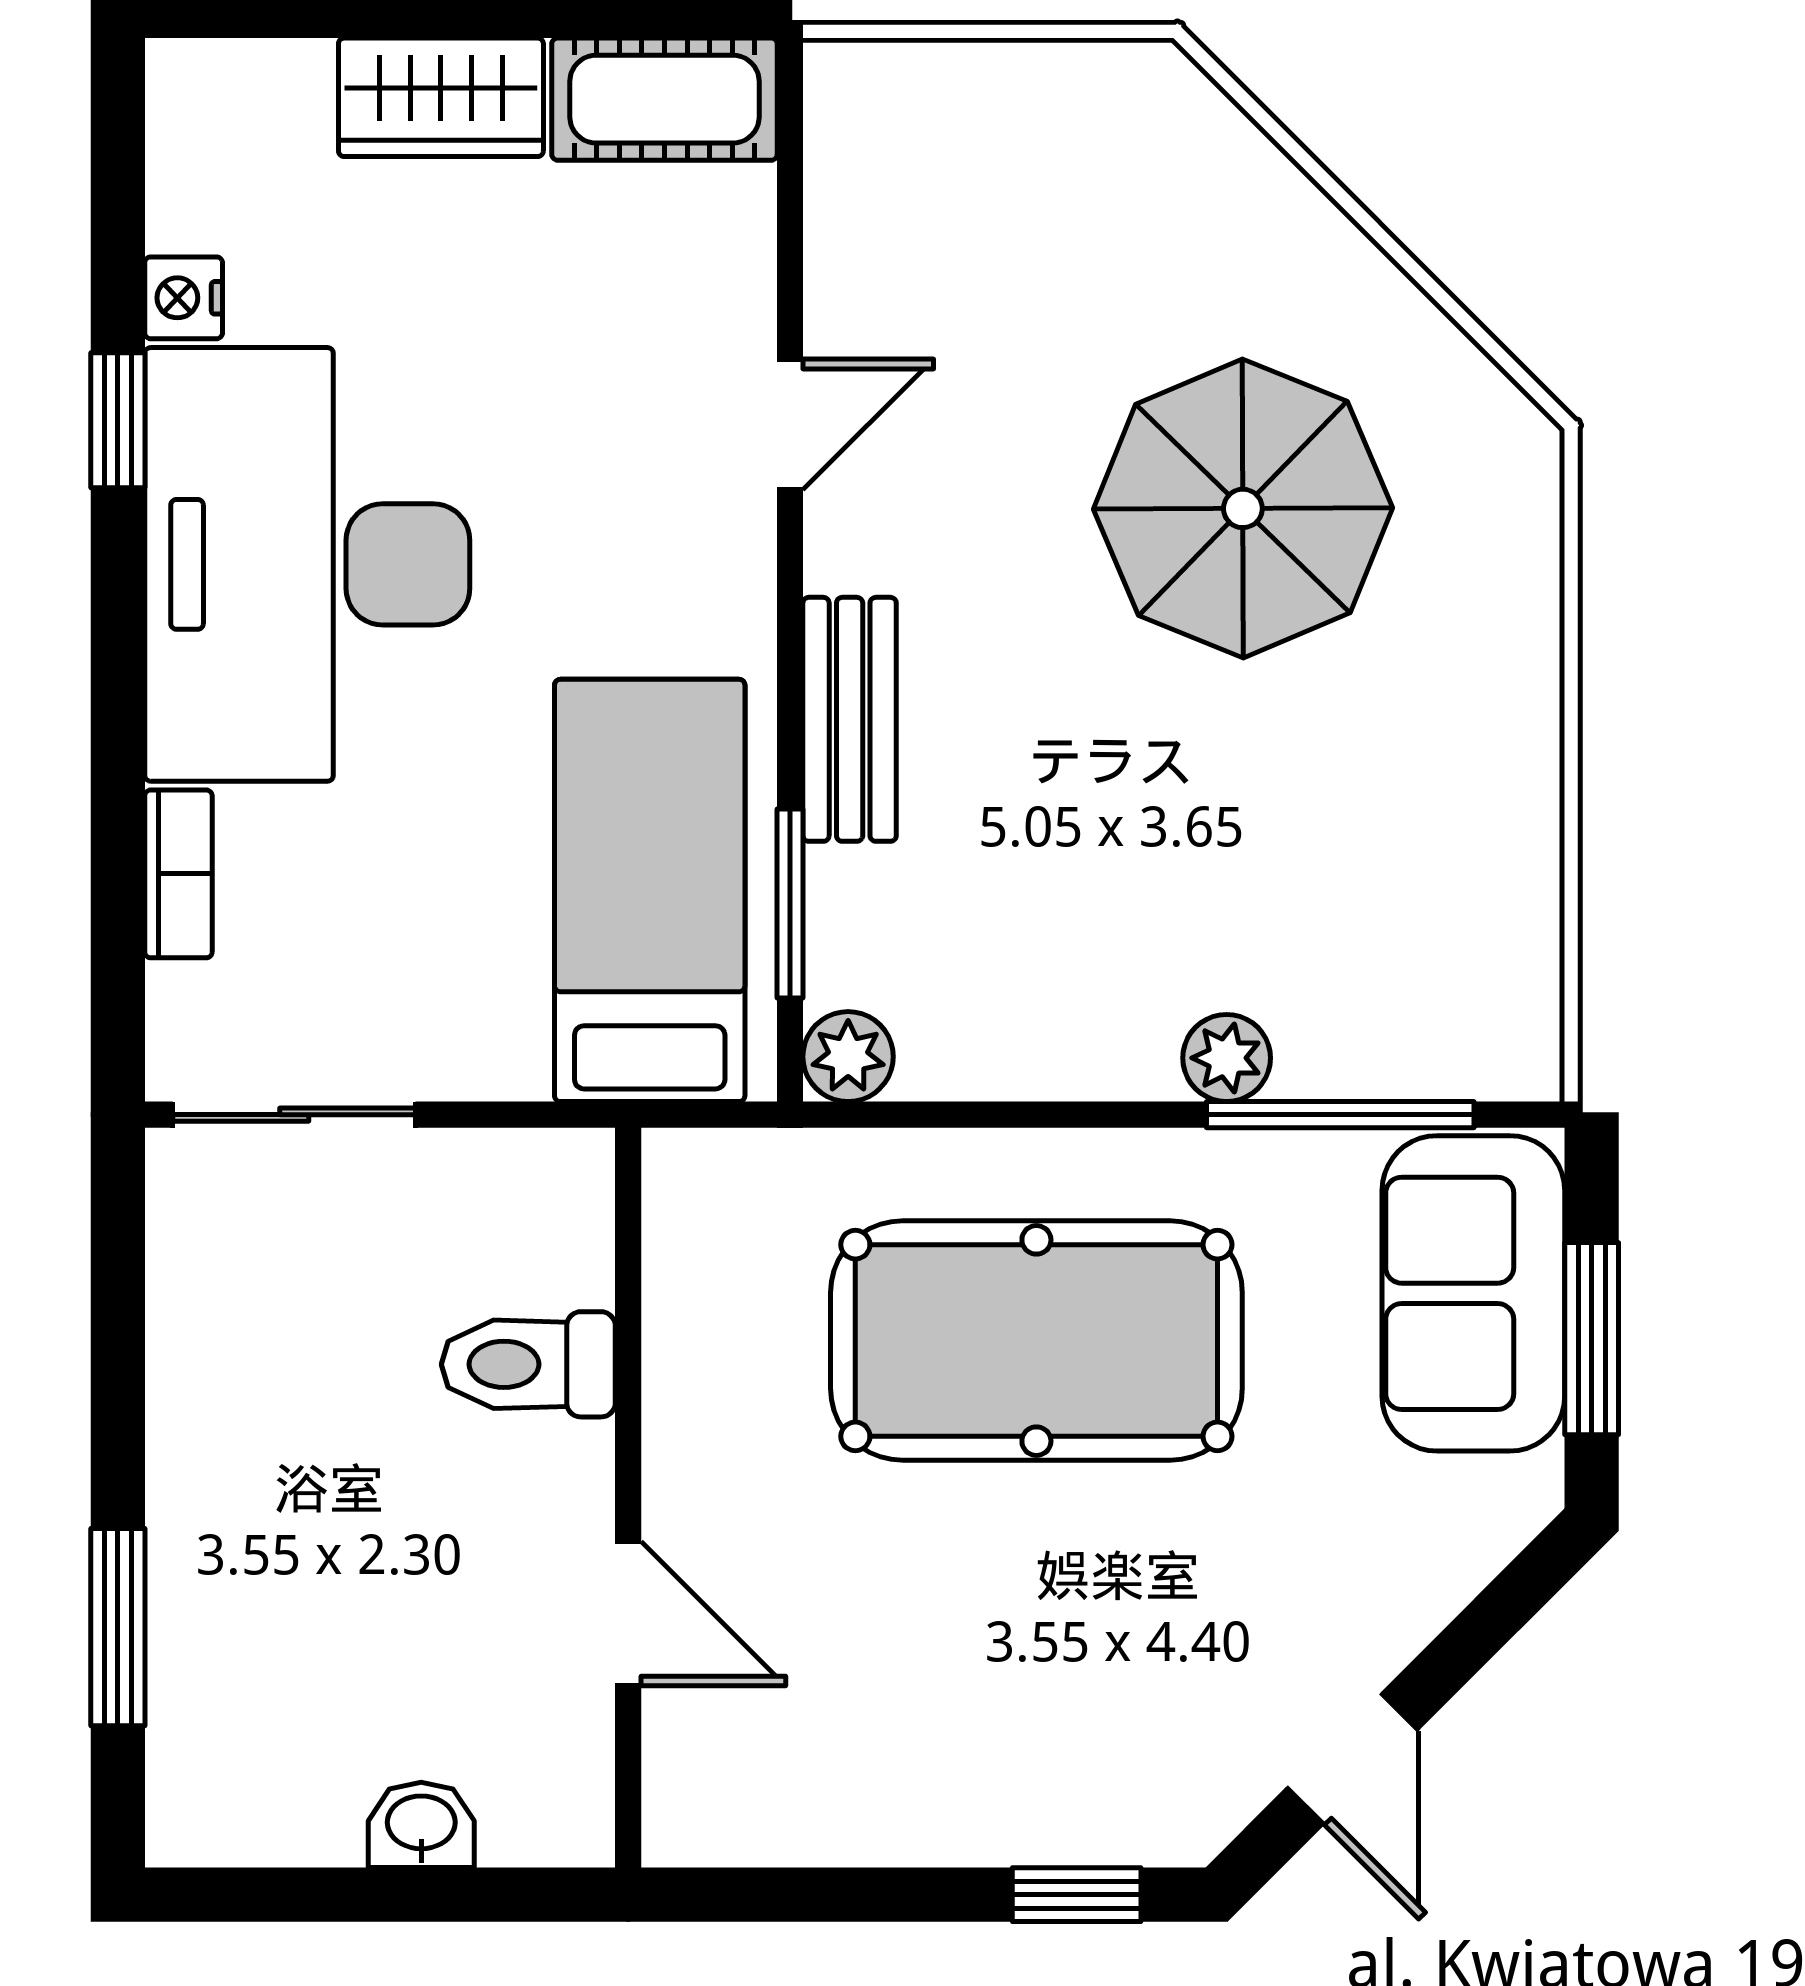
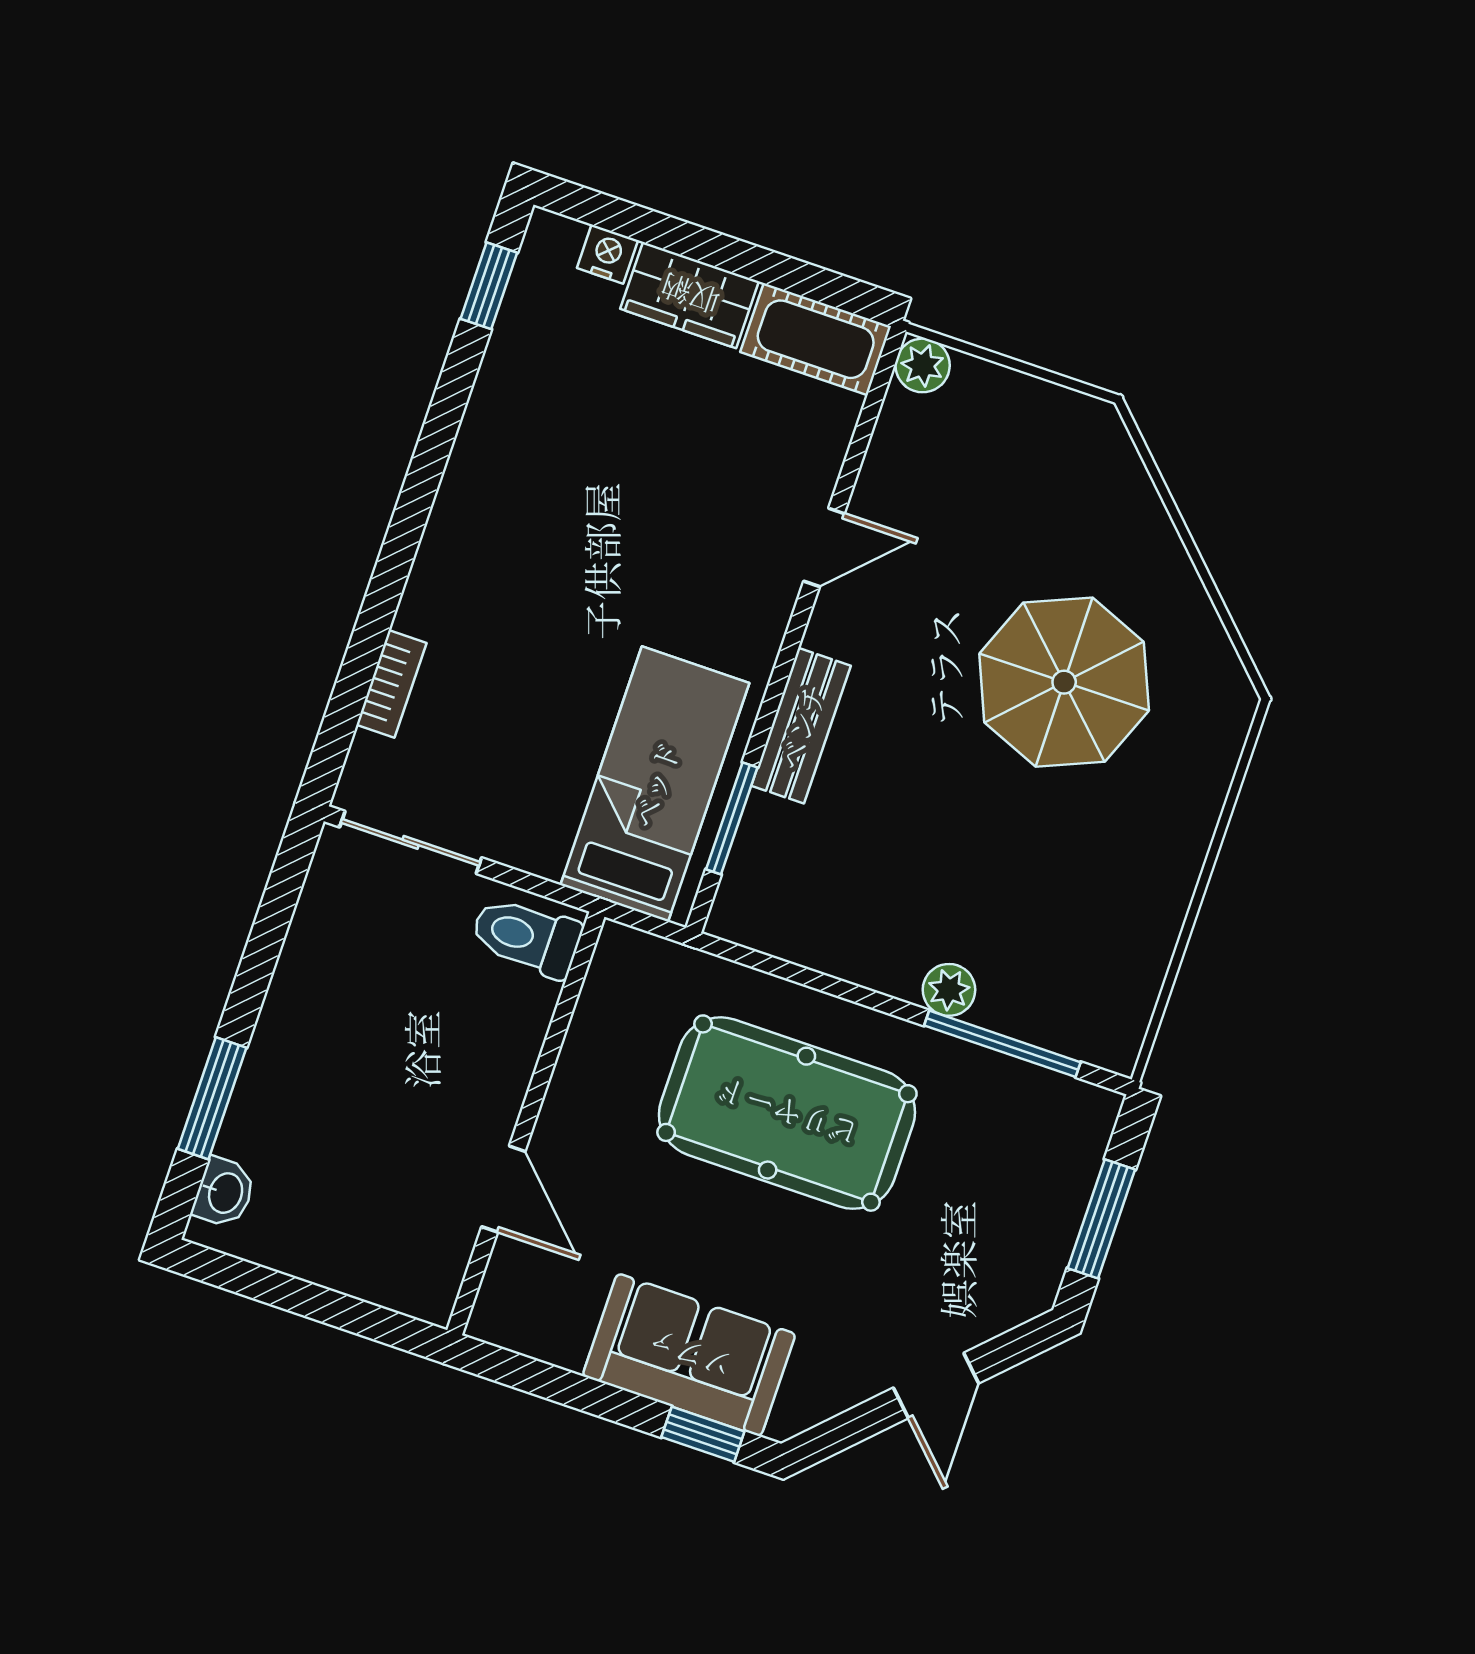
nightstand: (184, 298) -> (607, 254), moved, turned 90
window: (118, 420) -> (489, 286), moved
desk: (307, 564) -> (524, 534), removed
plant: (848, 1057) -> (923, 365), moved
sofa: (1473, 1293) -> (689, 1355), moved, turned 90
toilet: (528, 1364) -> (526, 937), moved
door: (1352, 1759) -> (936, 1386), moved
washbasin: (421, 1825) -> (224, 1193), moved, turned 90

